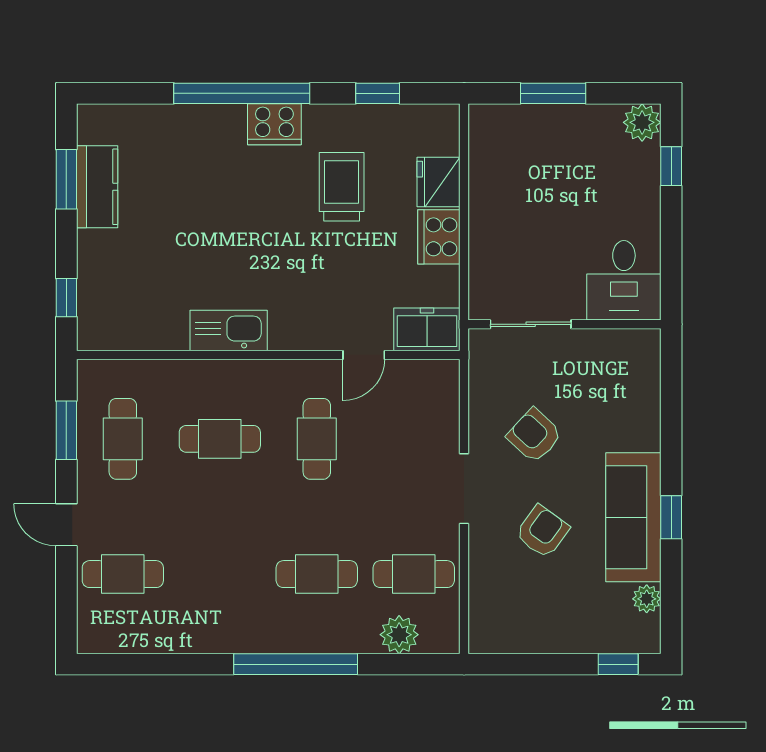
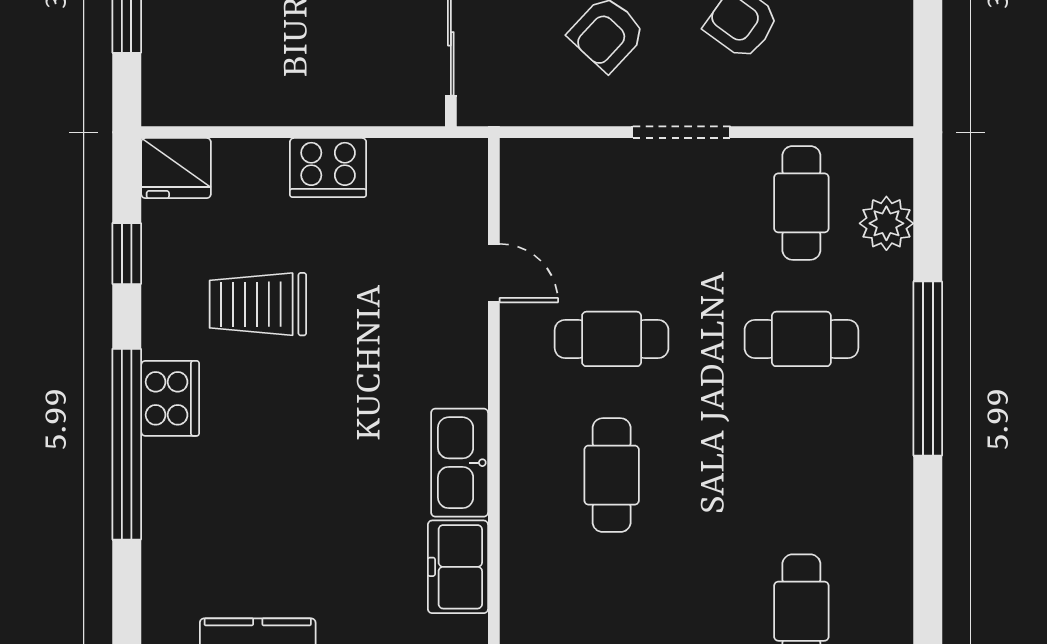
fridge: (439, 182) -> (176, 168), moved
freezer: (427, 329) -> (458, 567), moved
cafe table: (123, 439) -> (612, 611), removed
cafe table: (317, 574) -> (801, 339), turned 90

